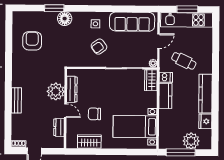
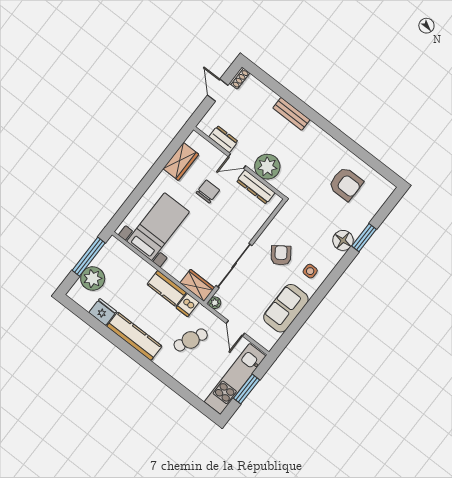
sofa: (132, 22) -> (286, 308), width x0.73

